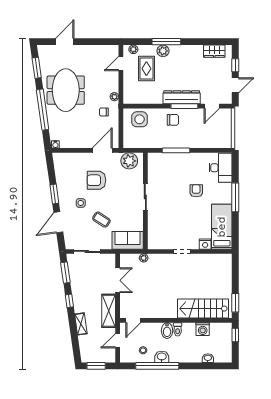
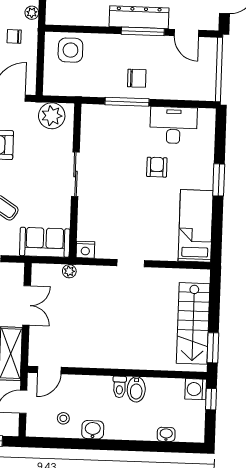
door: (212, 106) -> (186, 33), hinge flipped
chair: (173, 120) -> (137, 78), moved
desk: (221, 168) -> (174, 125), moved, turned -90
window: (235, 197) -> (219, 180), width x0.69
nightstand: (205, 244) -> (85, 250), moved
stairs: (203, 309) -> (193, 323), moved, turned -90
washing machine: (203, 329) -> (196, 389), moved, turned 90
bidet: (167, 331) -> (136, 389), moved
window: (157, 366) -> (85, 444), removed

